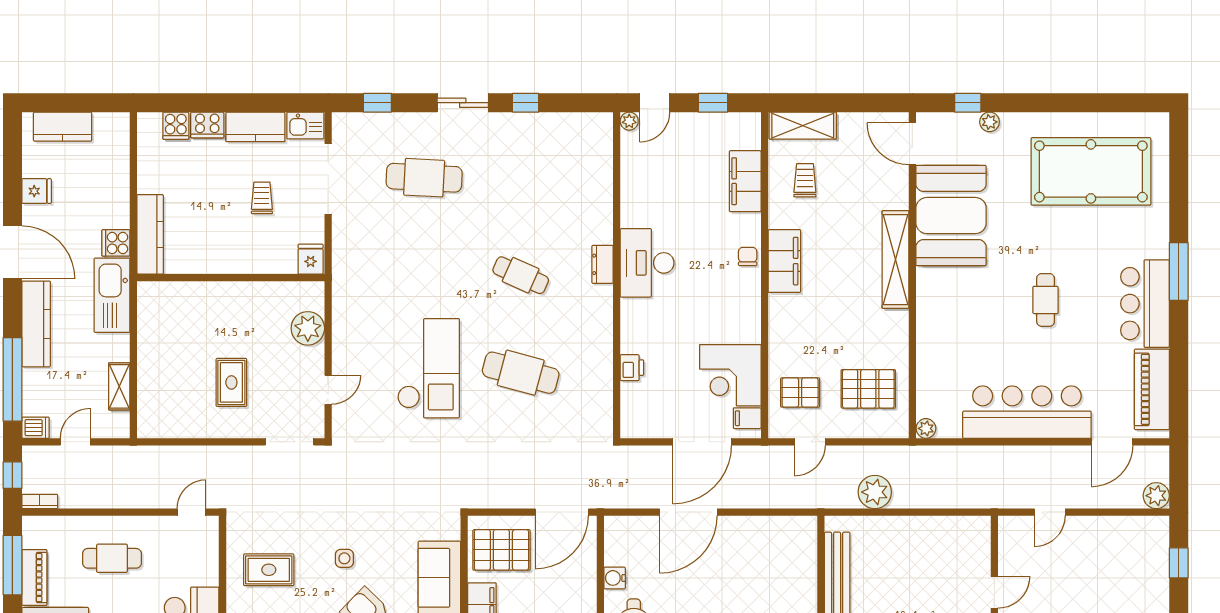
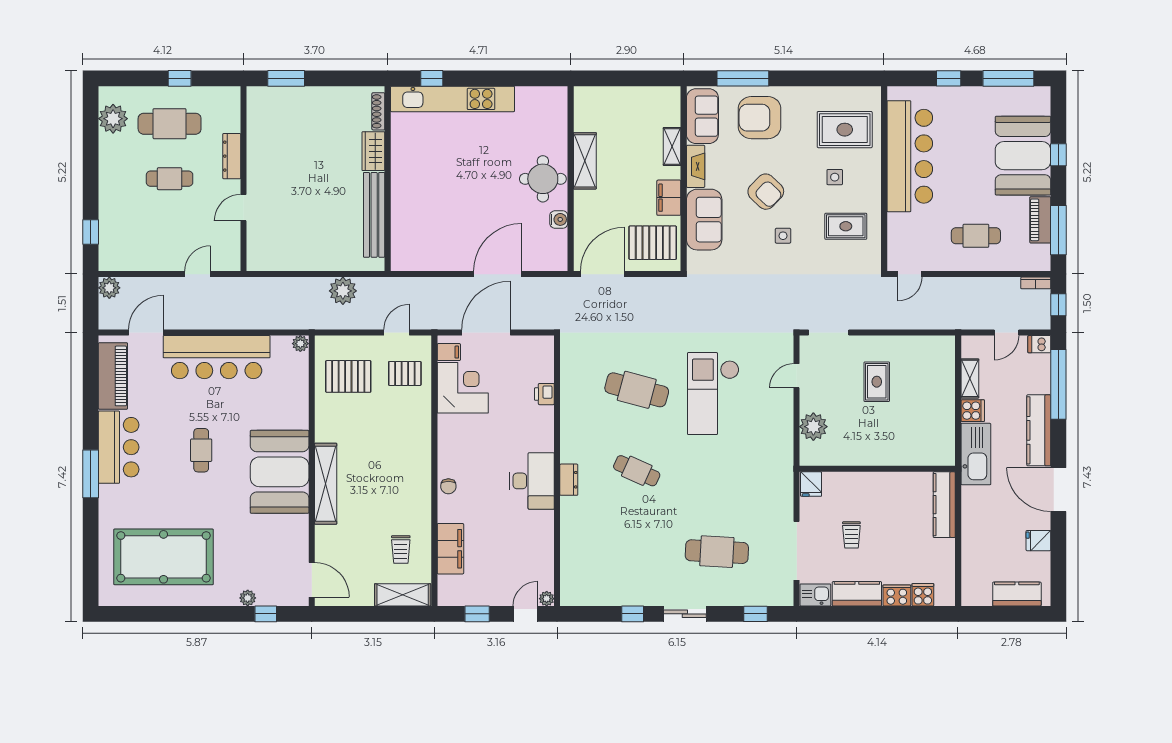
booth: (951, 216) -> (280, 472), moved
cooker: (116, 243) -> (973, 411), moved
filing cabinet: (784, 261) -> (418, 482), removed

